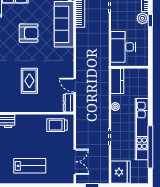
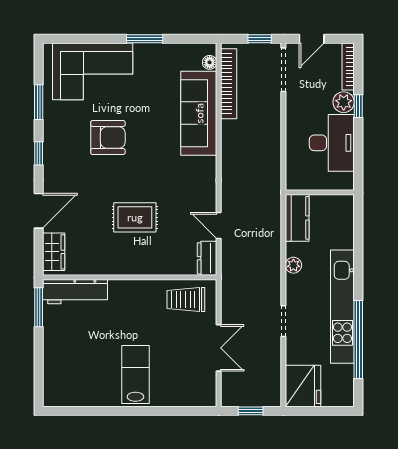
armchair: (29, 33) -> (108, 137), moved
desk: (123, 47) -> (332, 143), moved, turned 180
rug: (29, 81) -> (135, 217), turned 90
double door: (75, 162) -> (219, 348), moved
lab bench: (30, 166) -> (135, 375), turned -90

